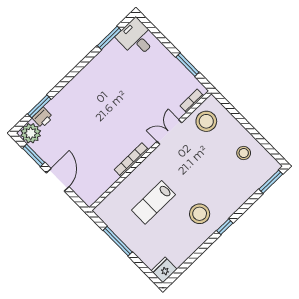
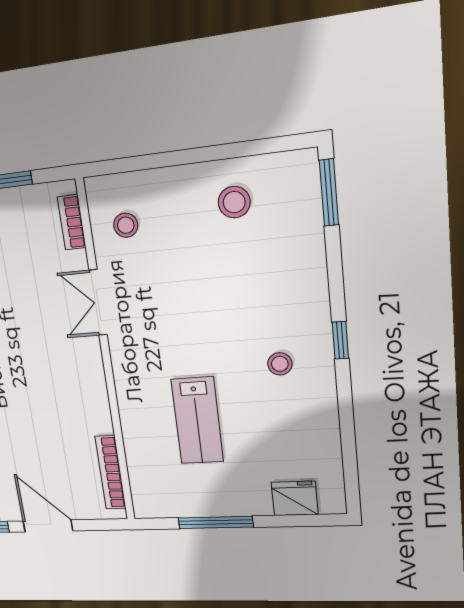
stool: (206, 121) -> (126, 225), width x0.53, depth x0.53
bookcase: (132, 160) -> (110, 473), moved
stool: (200, 214) -> (280, 364), width x0.53, depth x0.53
fridge: (164, 270) -> (295, 498), moved, turned 90

